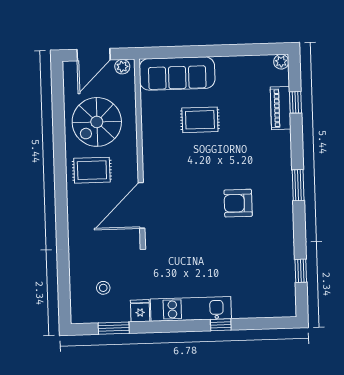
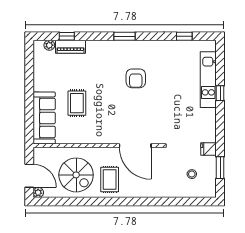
plant: (281, 62) -> (49, 45), moved
plant: (122, 67) -> (38, 193), moved
kitchen unit: (191, 309) -> (208, 80), moved

